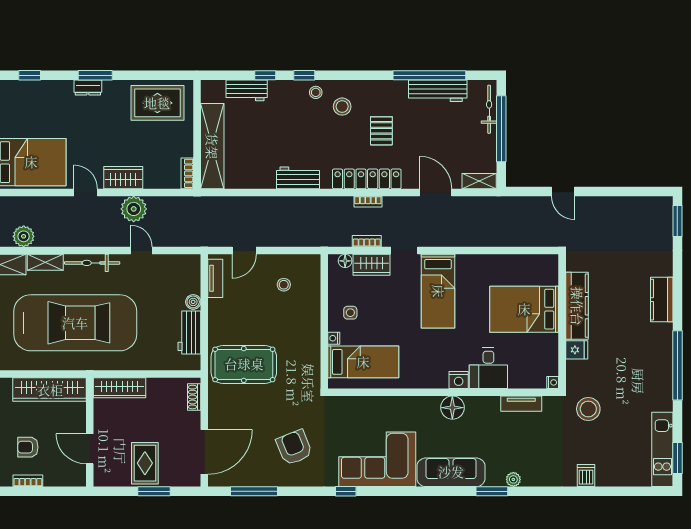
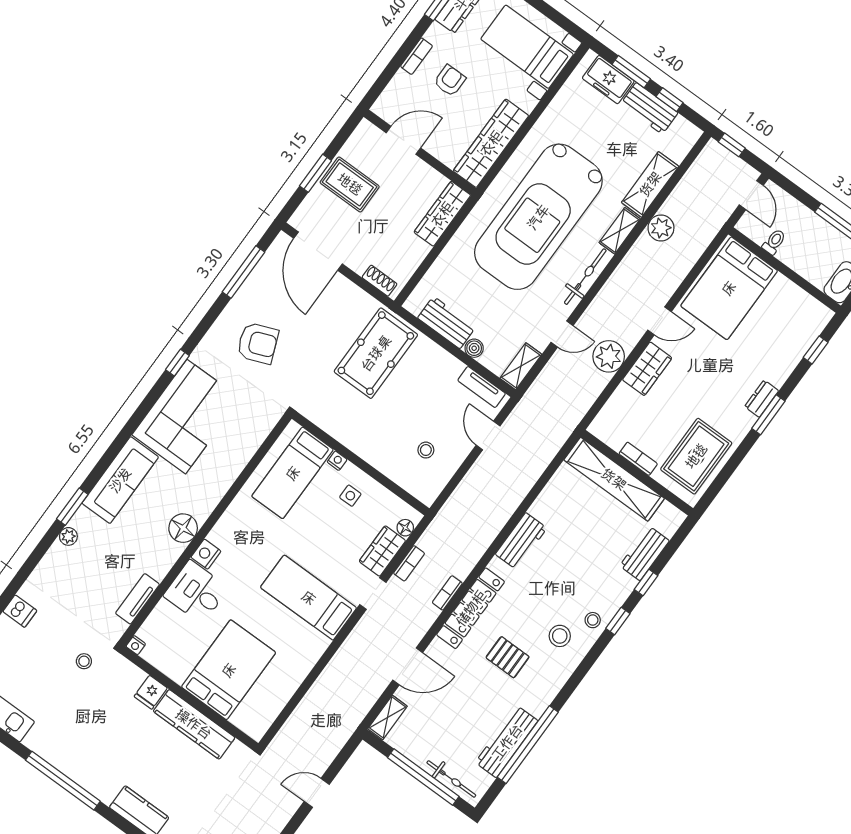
bookcase: (187, 173) -> (638, 459), moved
shelving: (183, 262) -> (521, 366), added
stool: (588, 409) -> (84, 661), width x0.53, depth x0.53

